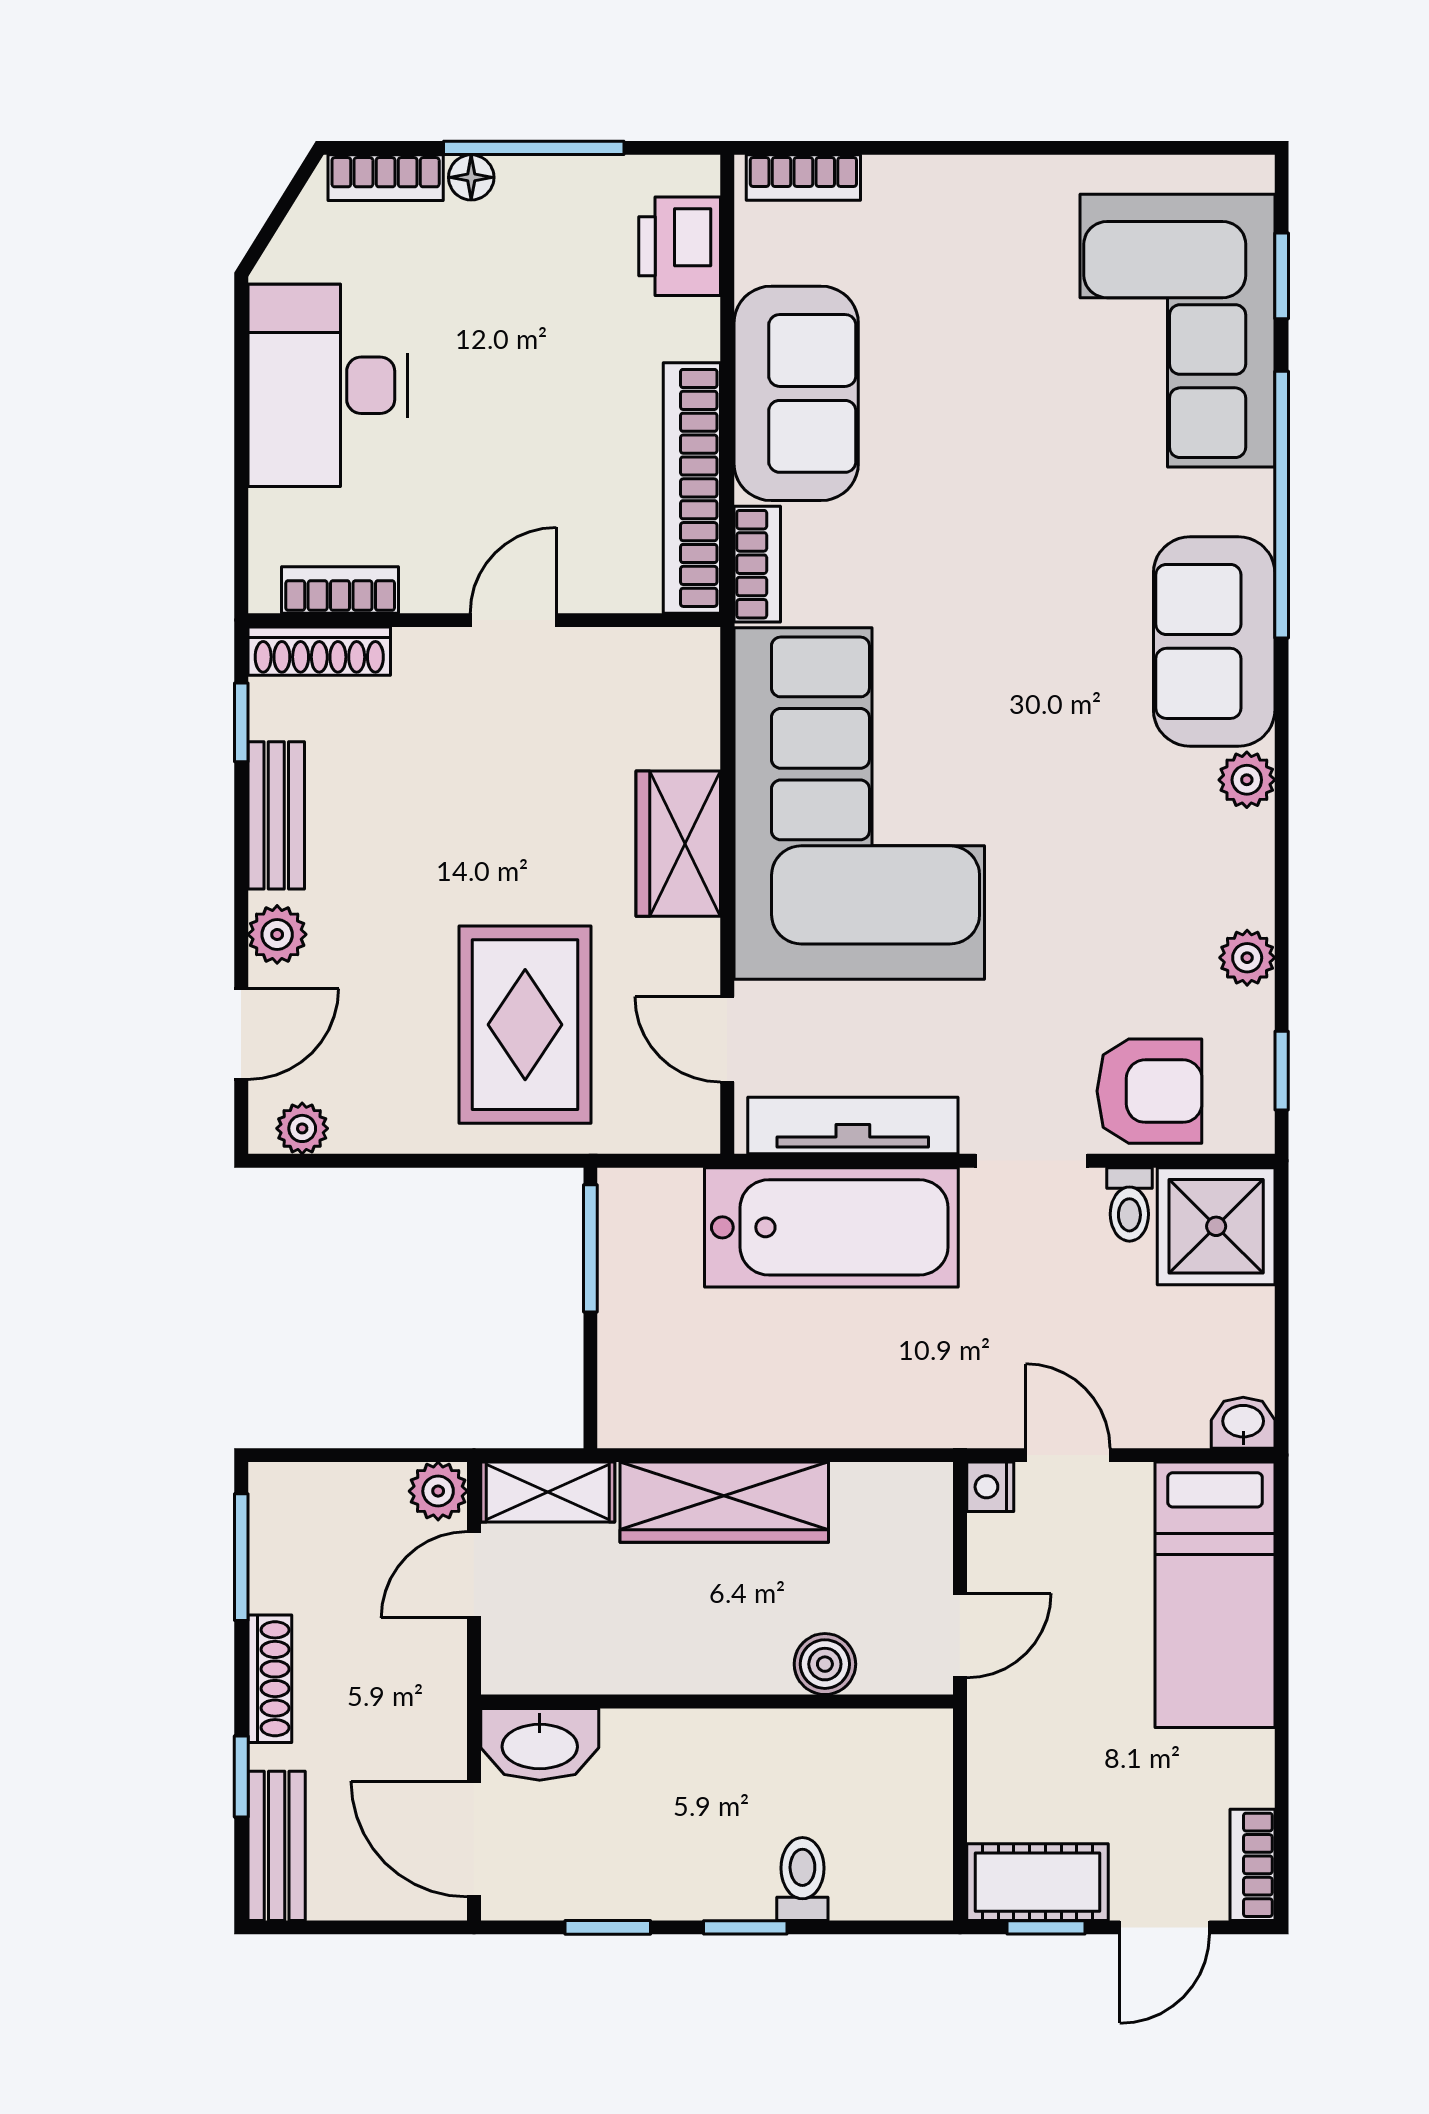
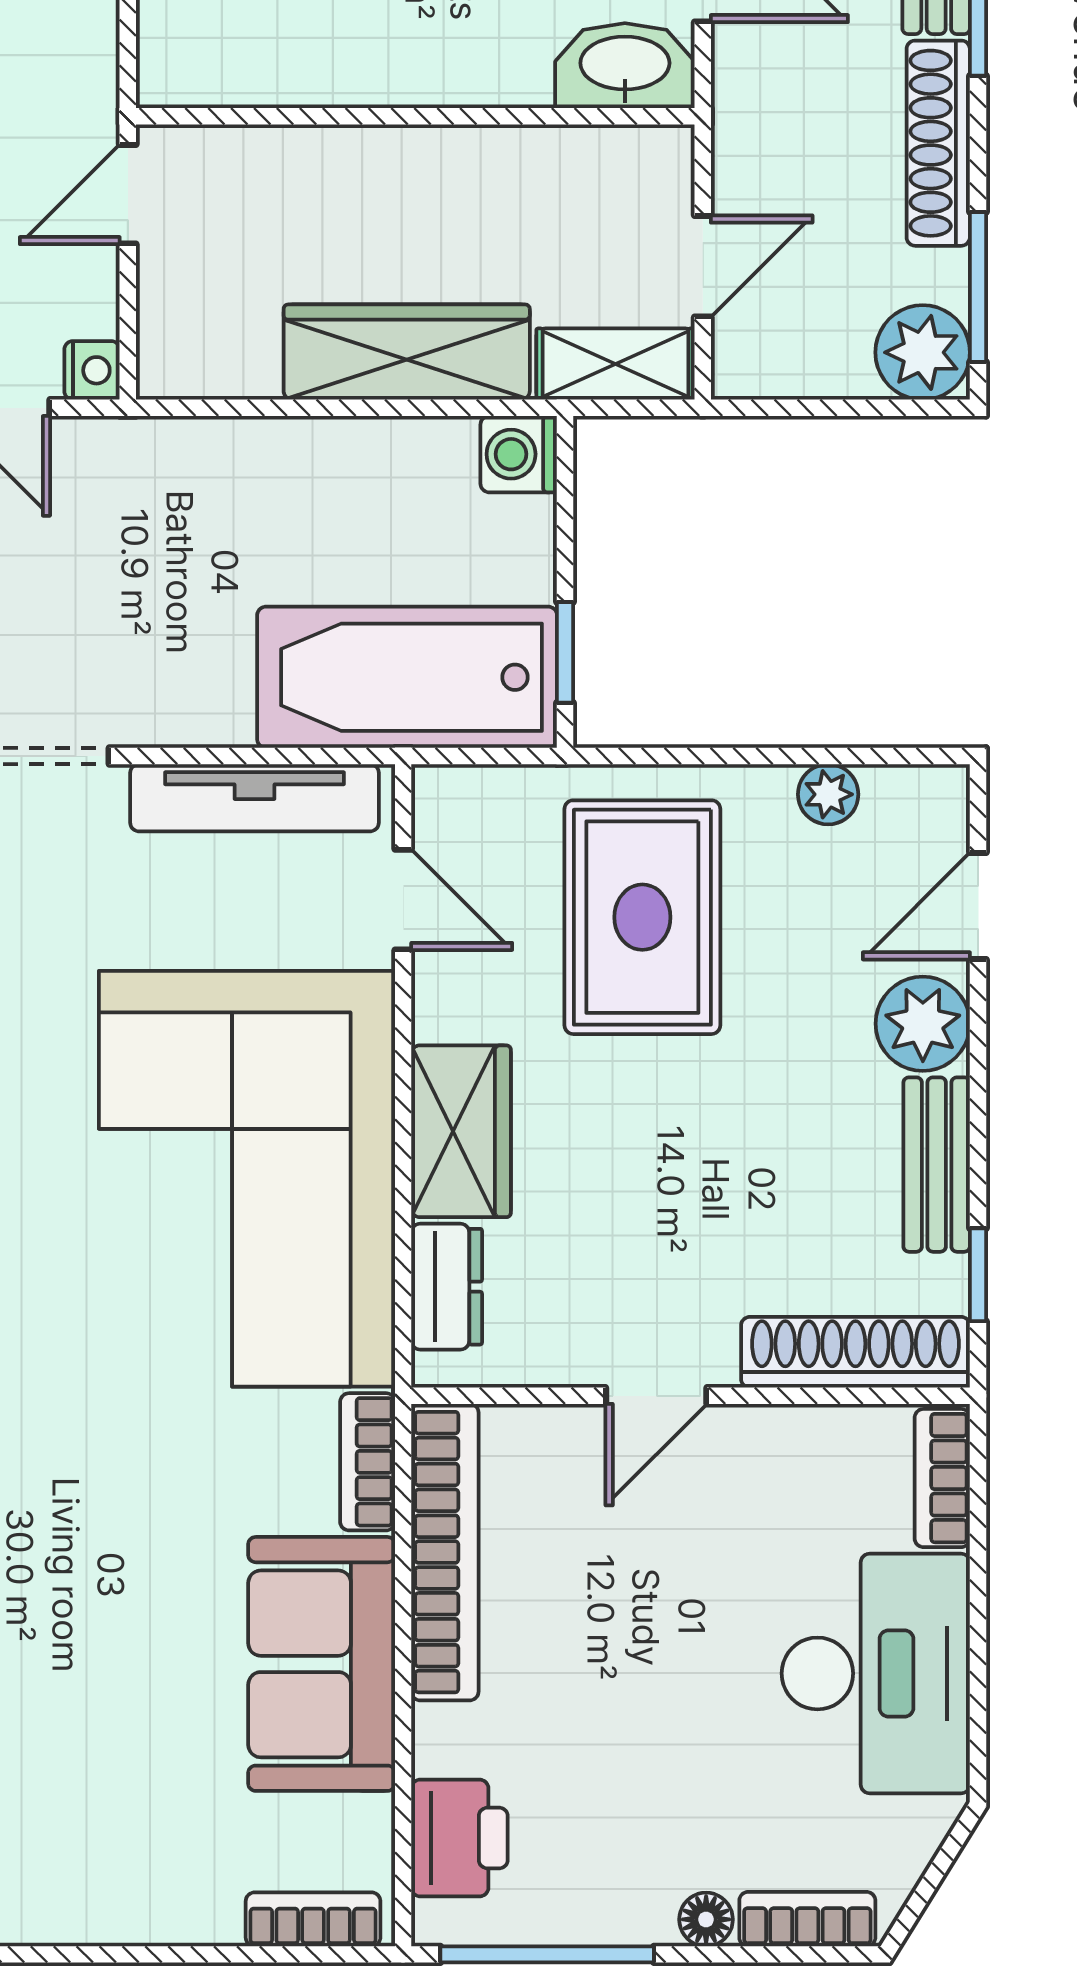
window: (534, 148) -> (547, 1954), moved
bookcase: (340, 590) -> (942, 1478), moved, turned 90
shoe rack: (319, 651) -> (855, 1352), width x1.36, depth x1.24
dresser: (690, 712) -> (447, 1287), added
plant: (277, 934) -> (923, 1024), width x1.38, depth x1.38
plant: (302, 1128) -> (828, 794), moved
bathtub: (831, 1227) -> (407, 677), moved
window: (590, 1248) -> (565, 652), width x0.67
washing machine: (630, 1416) -> (519, 454), added
plant: (438, 1491) -> (923, 352), moved, width x1.38, depth x1.38
boiler: (825, 1664) -> (288, 161), removed
shoe rack: (270, 1679) -> (938, 143), width x1.36, depth x1.24

